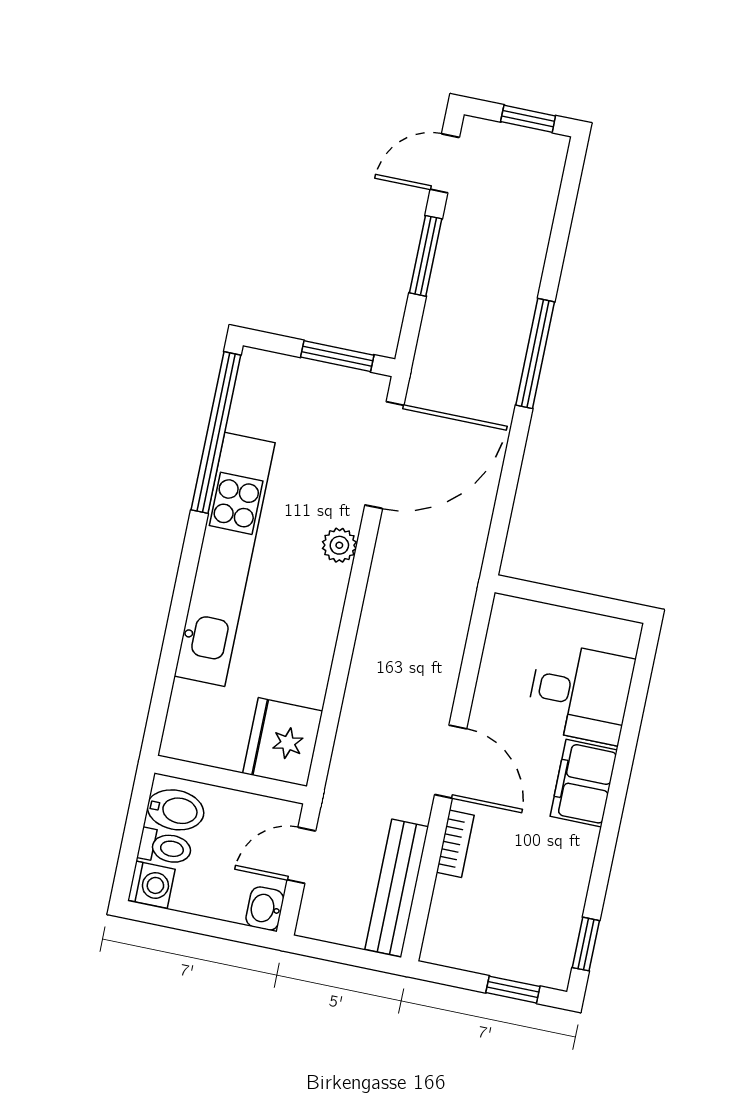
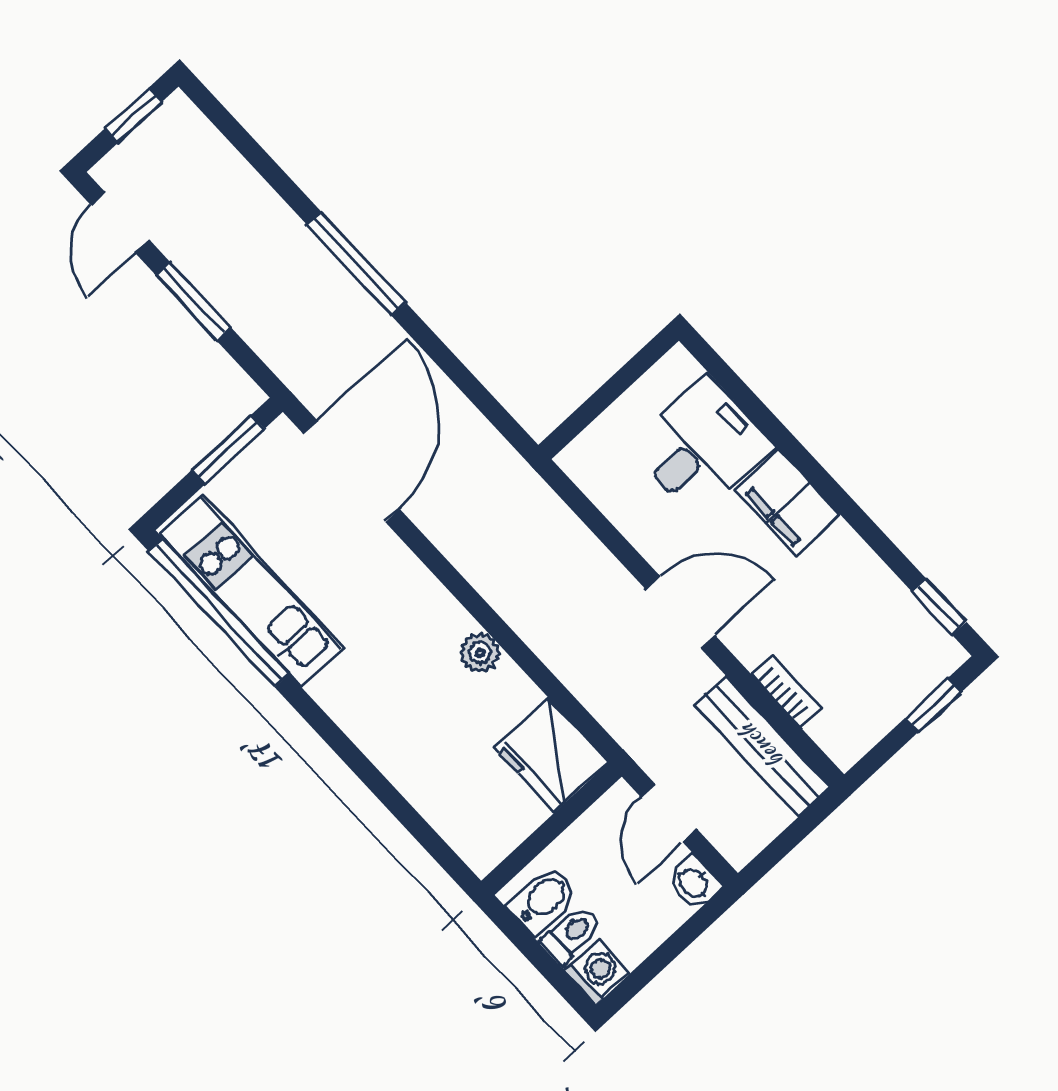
plant: (339, 545) -> (480, 653), moved
kitchen unit: (225, 559) -> (252, 591), moved, width x0.73
bookcase: (455, 844) -> (787, 691), moved

